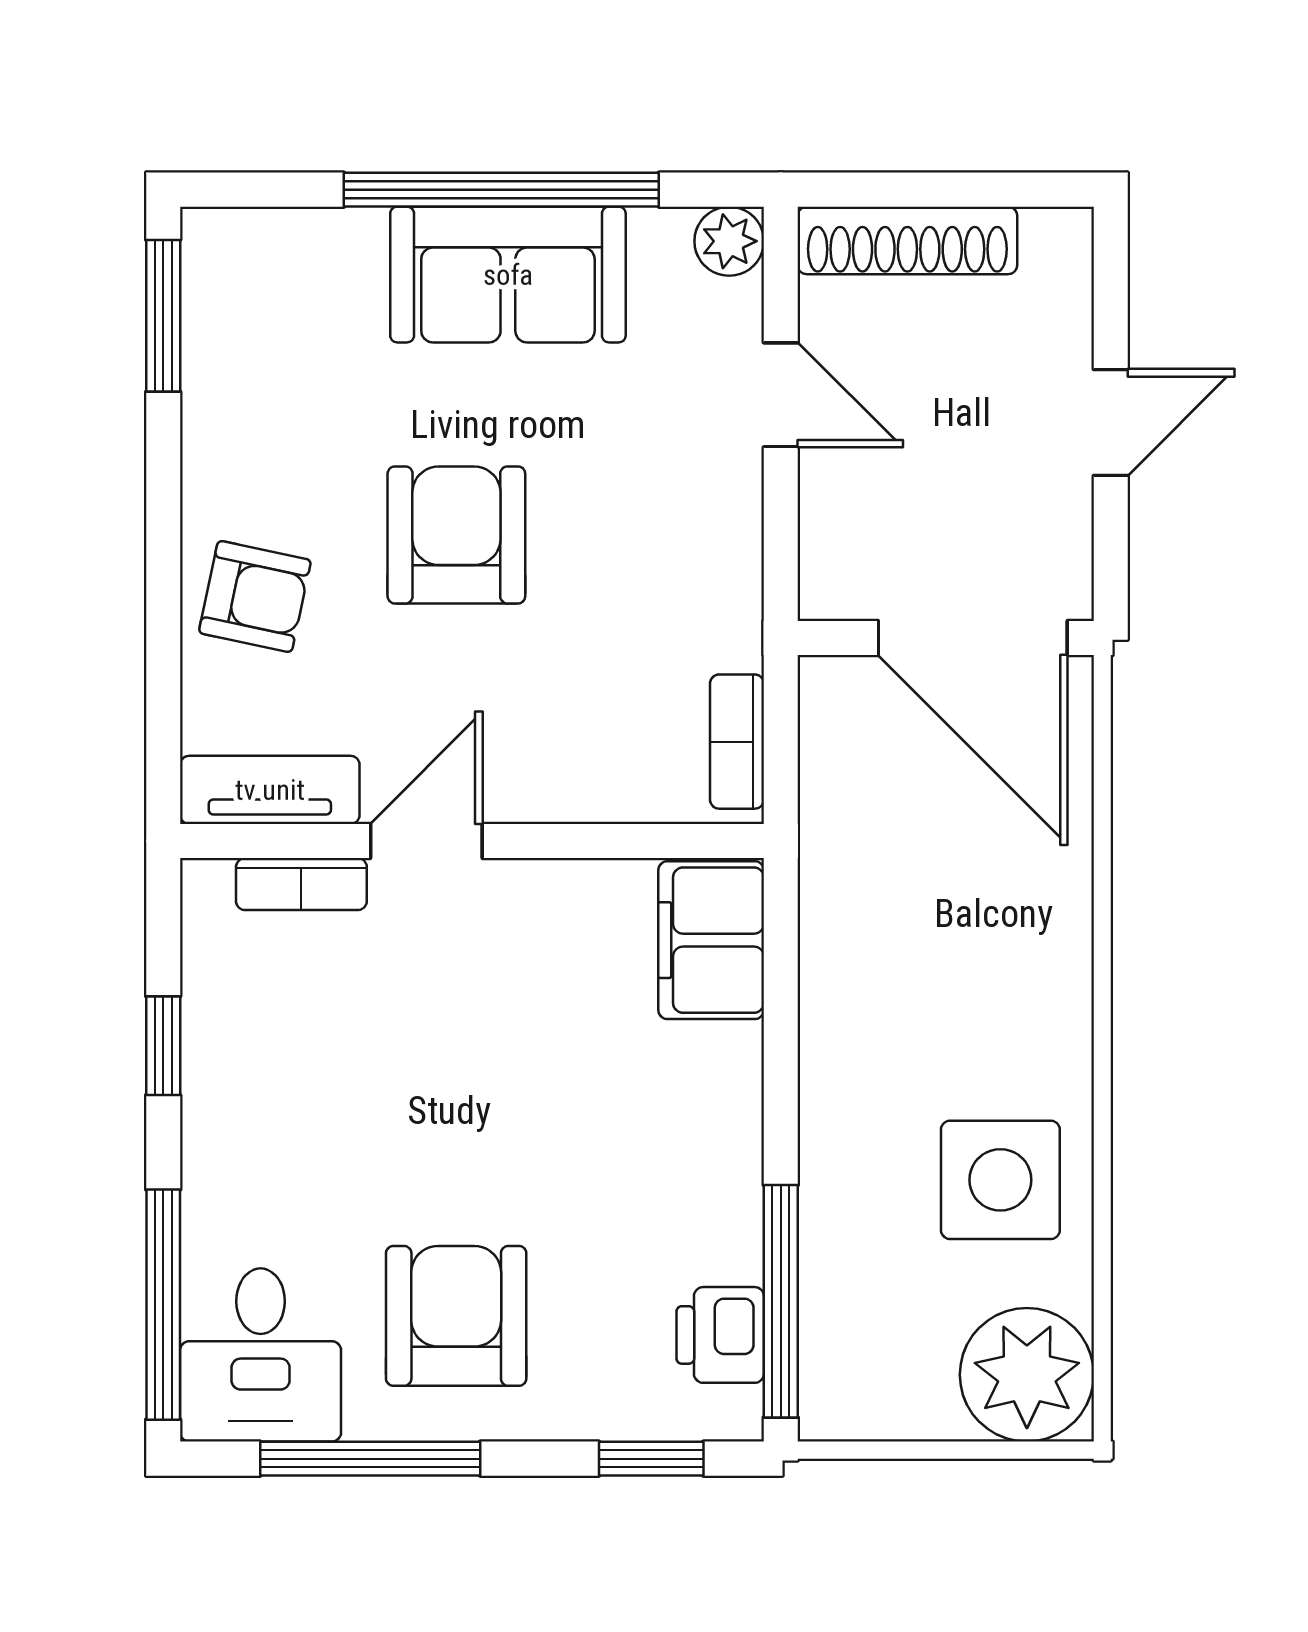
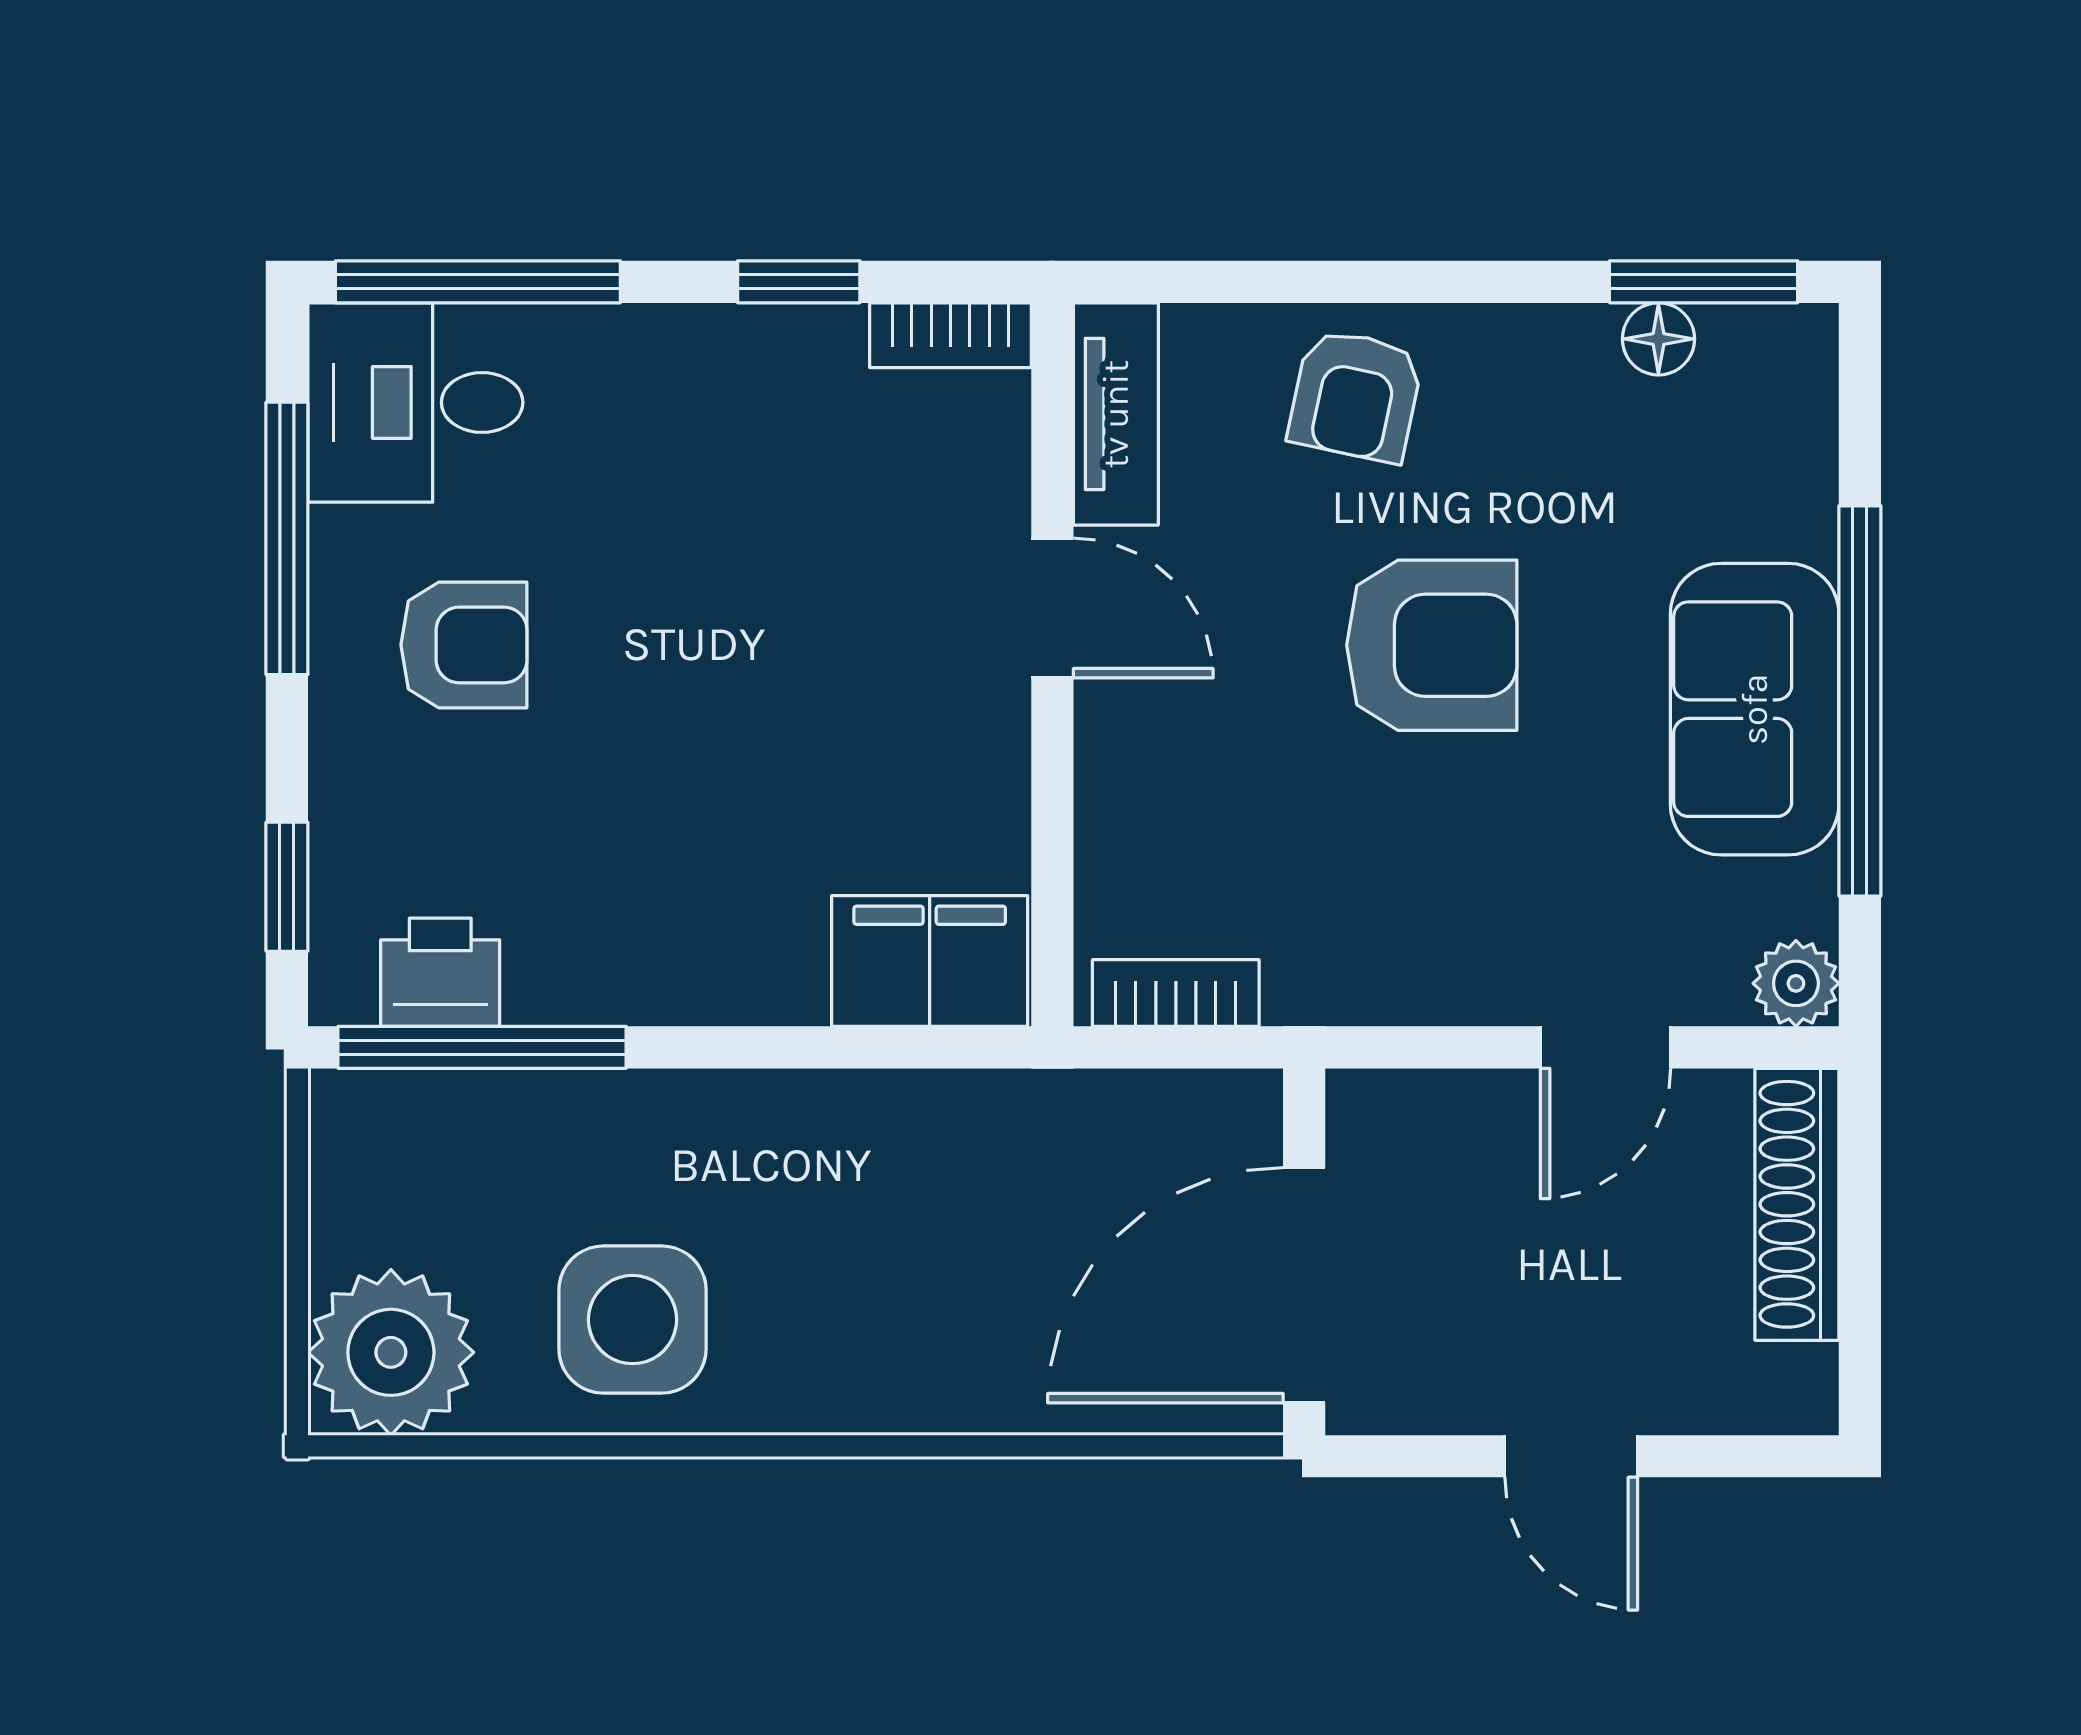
floor lamp: (209, 352) -> (1658, 339), added
bookcase: (301, 884) -> (951, 335), moved, turned -90
armchair: (456, 1316) -> (464, 645), width x0.72, depth x0.72

